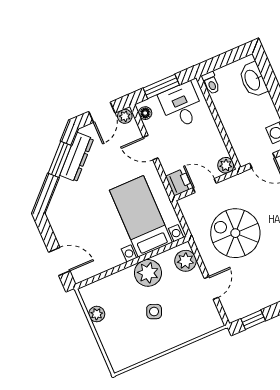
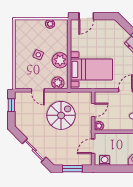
printer: (179, 182) -> (101, 97), removed

